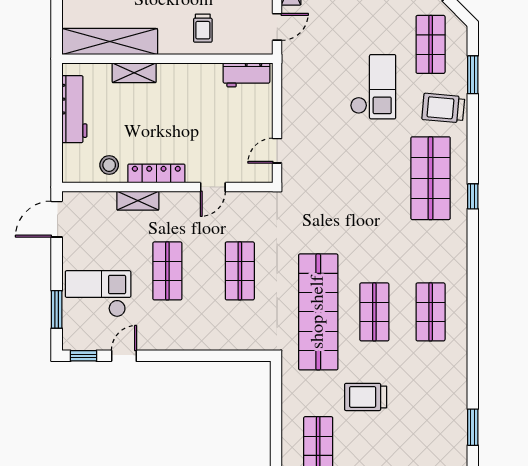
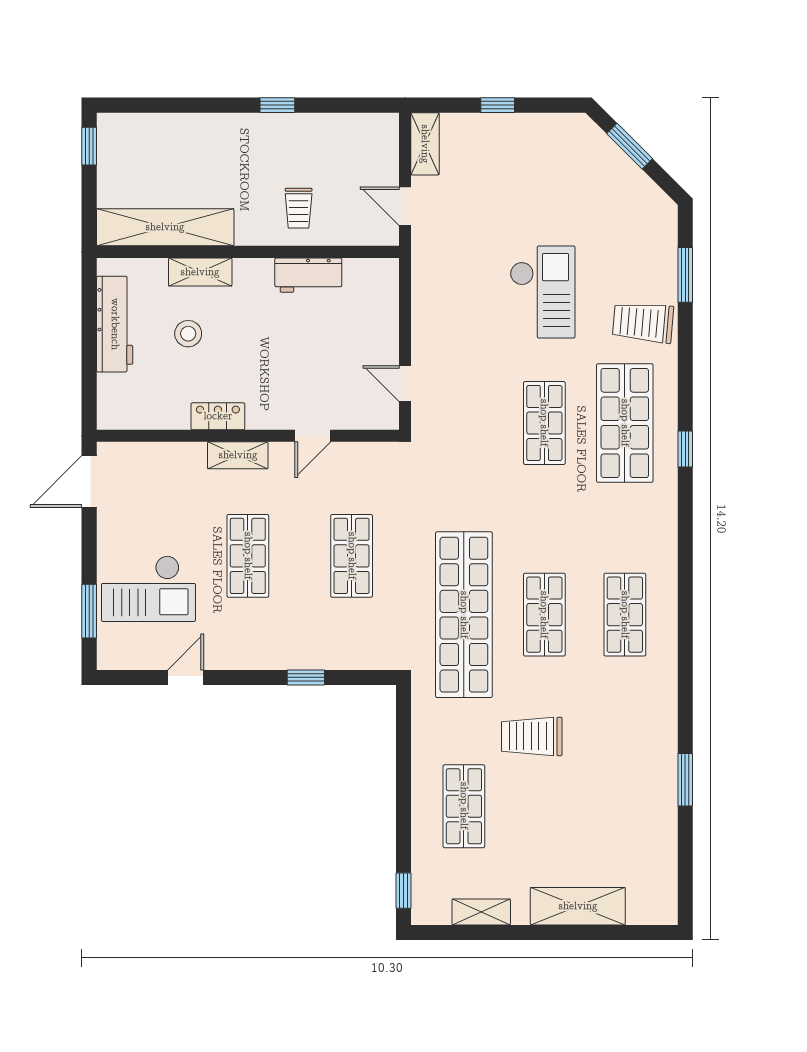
door: (277, 27) -> (405, 206), swing flipped
shop shelf: (431, 44) -> (544, 423), moved
workbench: (246, 75) -> (308, 275), moved
door: (277, 151) -> (405, 384), hinge flipped
stool: (109, 165) -> (188, 334), moved
locker: (156, 173) -> (218, 416), width x0.66
shelving: (138, 201) -> (238, 455), moved
checkout: (98, 294) -> (148, 589), turned 180
window: (83, 356) -> (306, 677), moved

